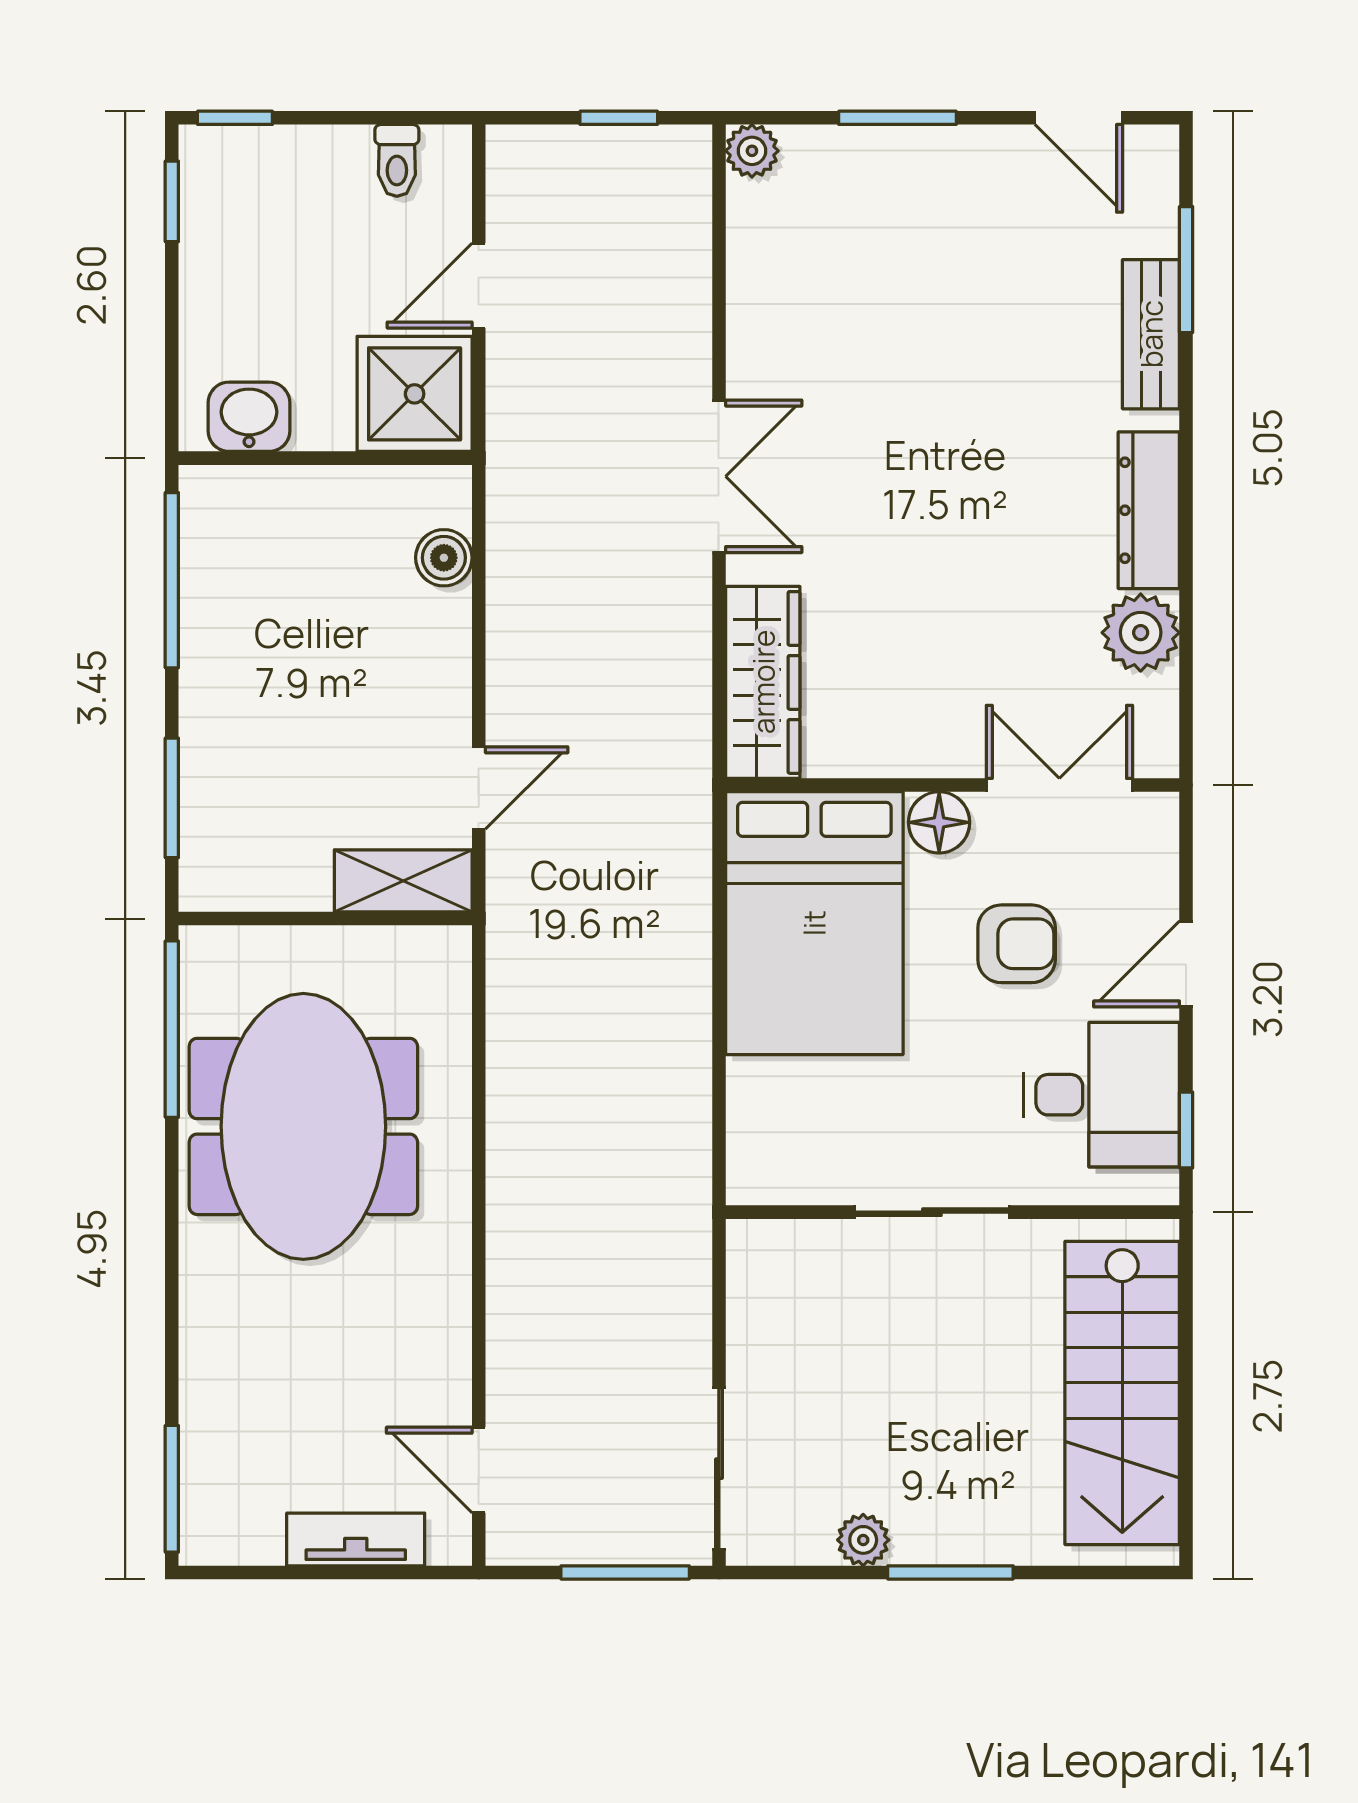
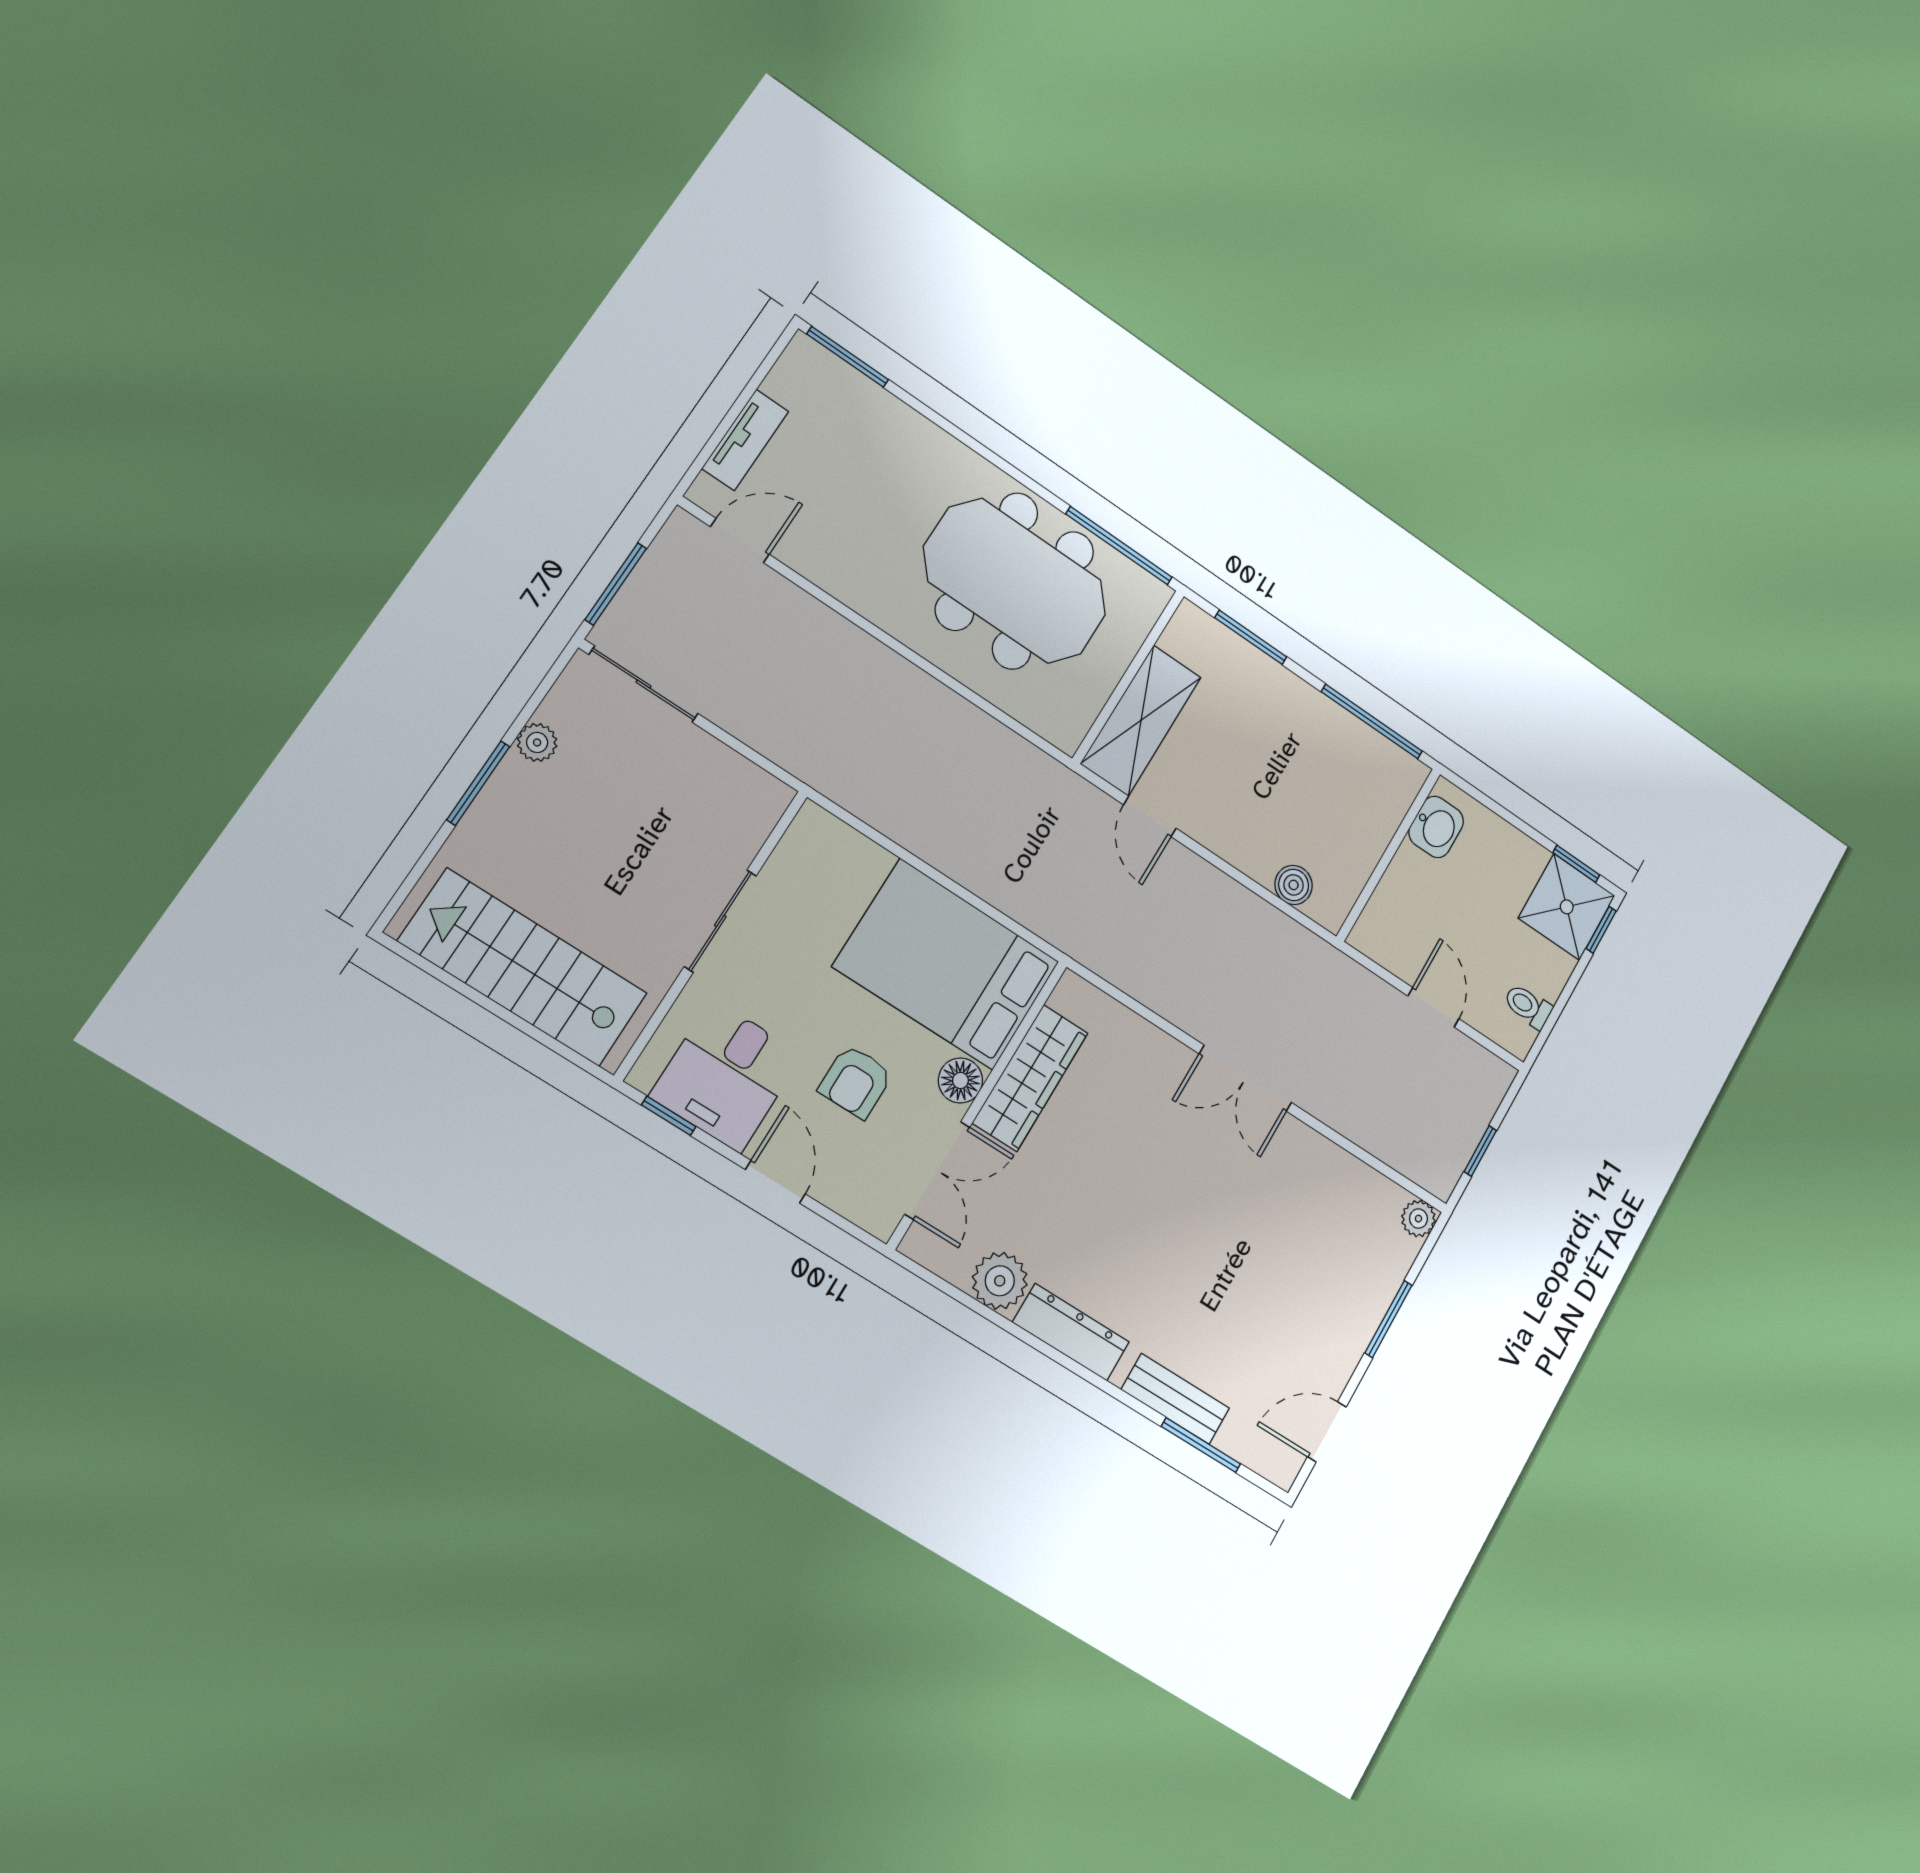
shower: (415, 394) -> (1567, 907), moved
wardrobe: (763, 682) -> (1030, 1078), moved, turned -90
shelving: (403, 881) -> (1141, 720), width x1.50, depth x1.33

